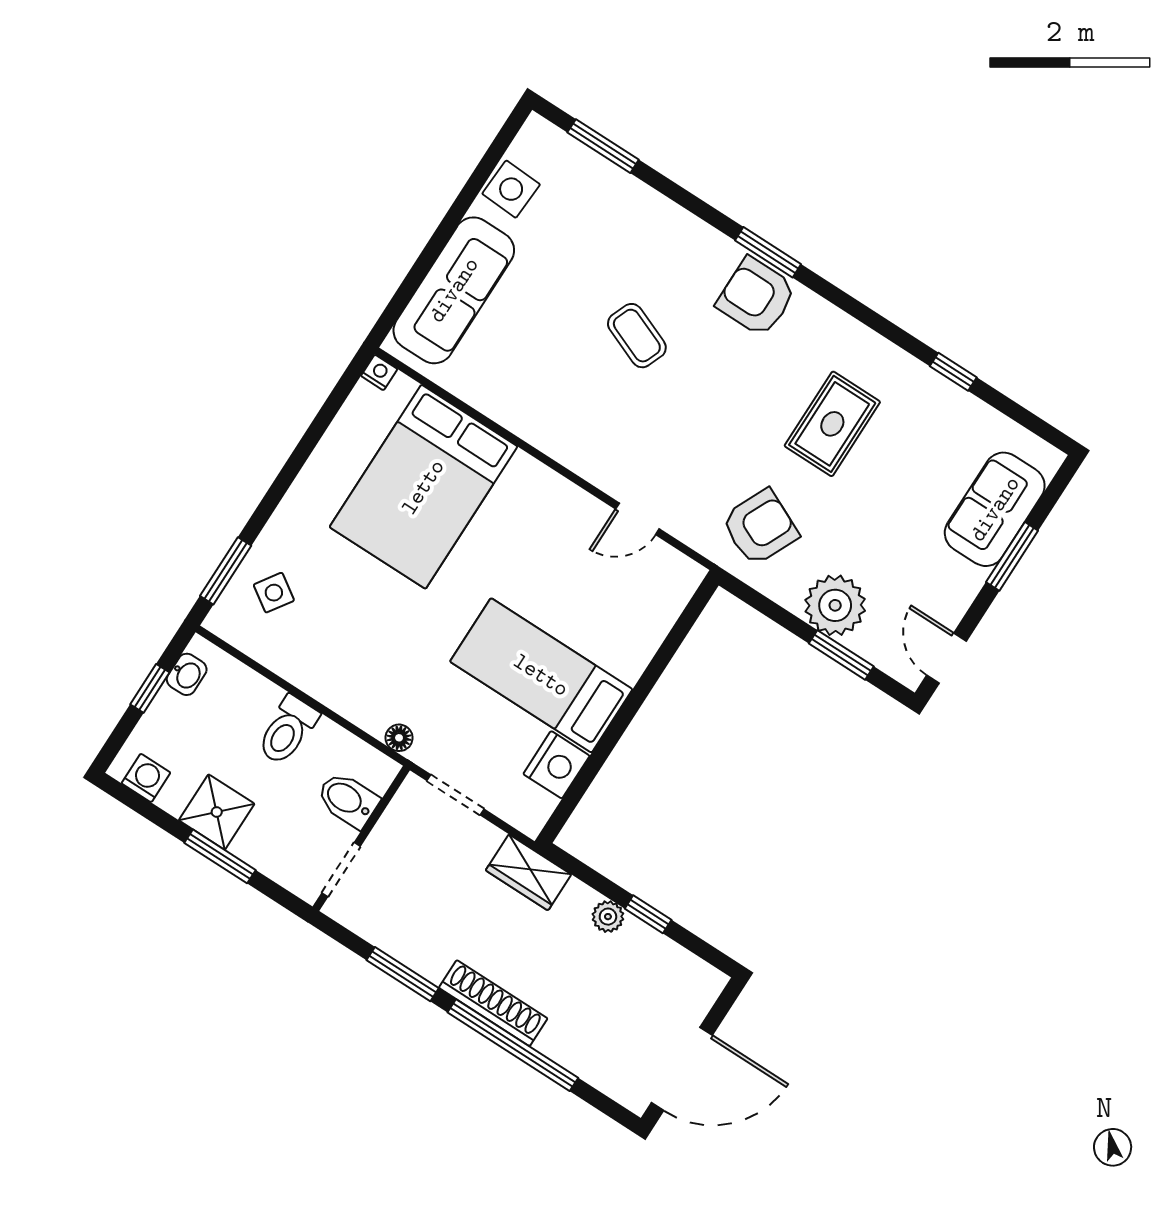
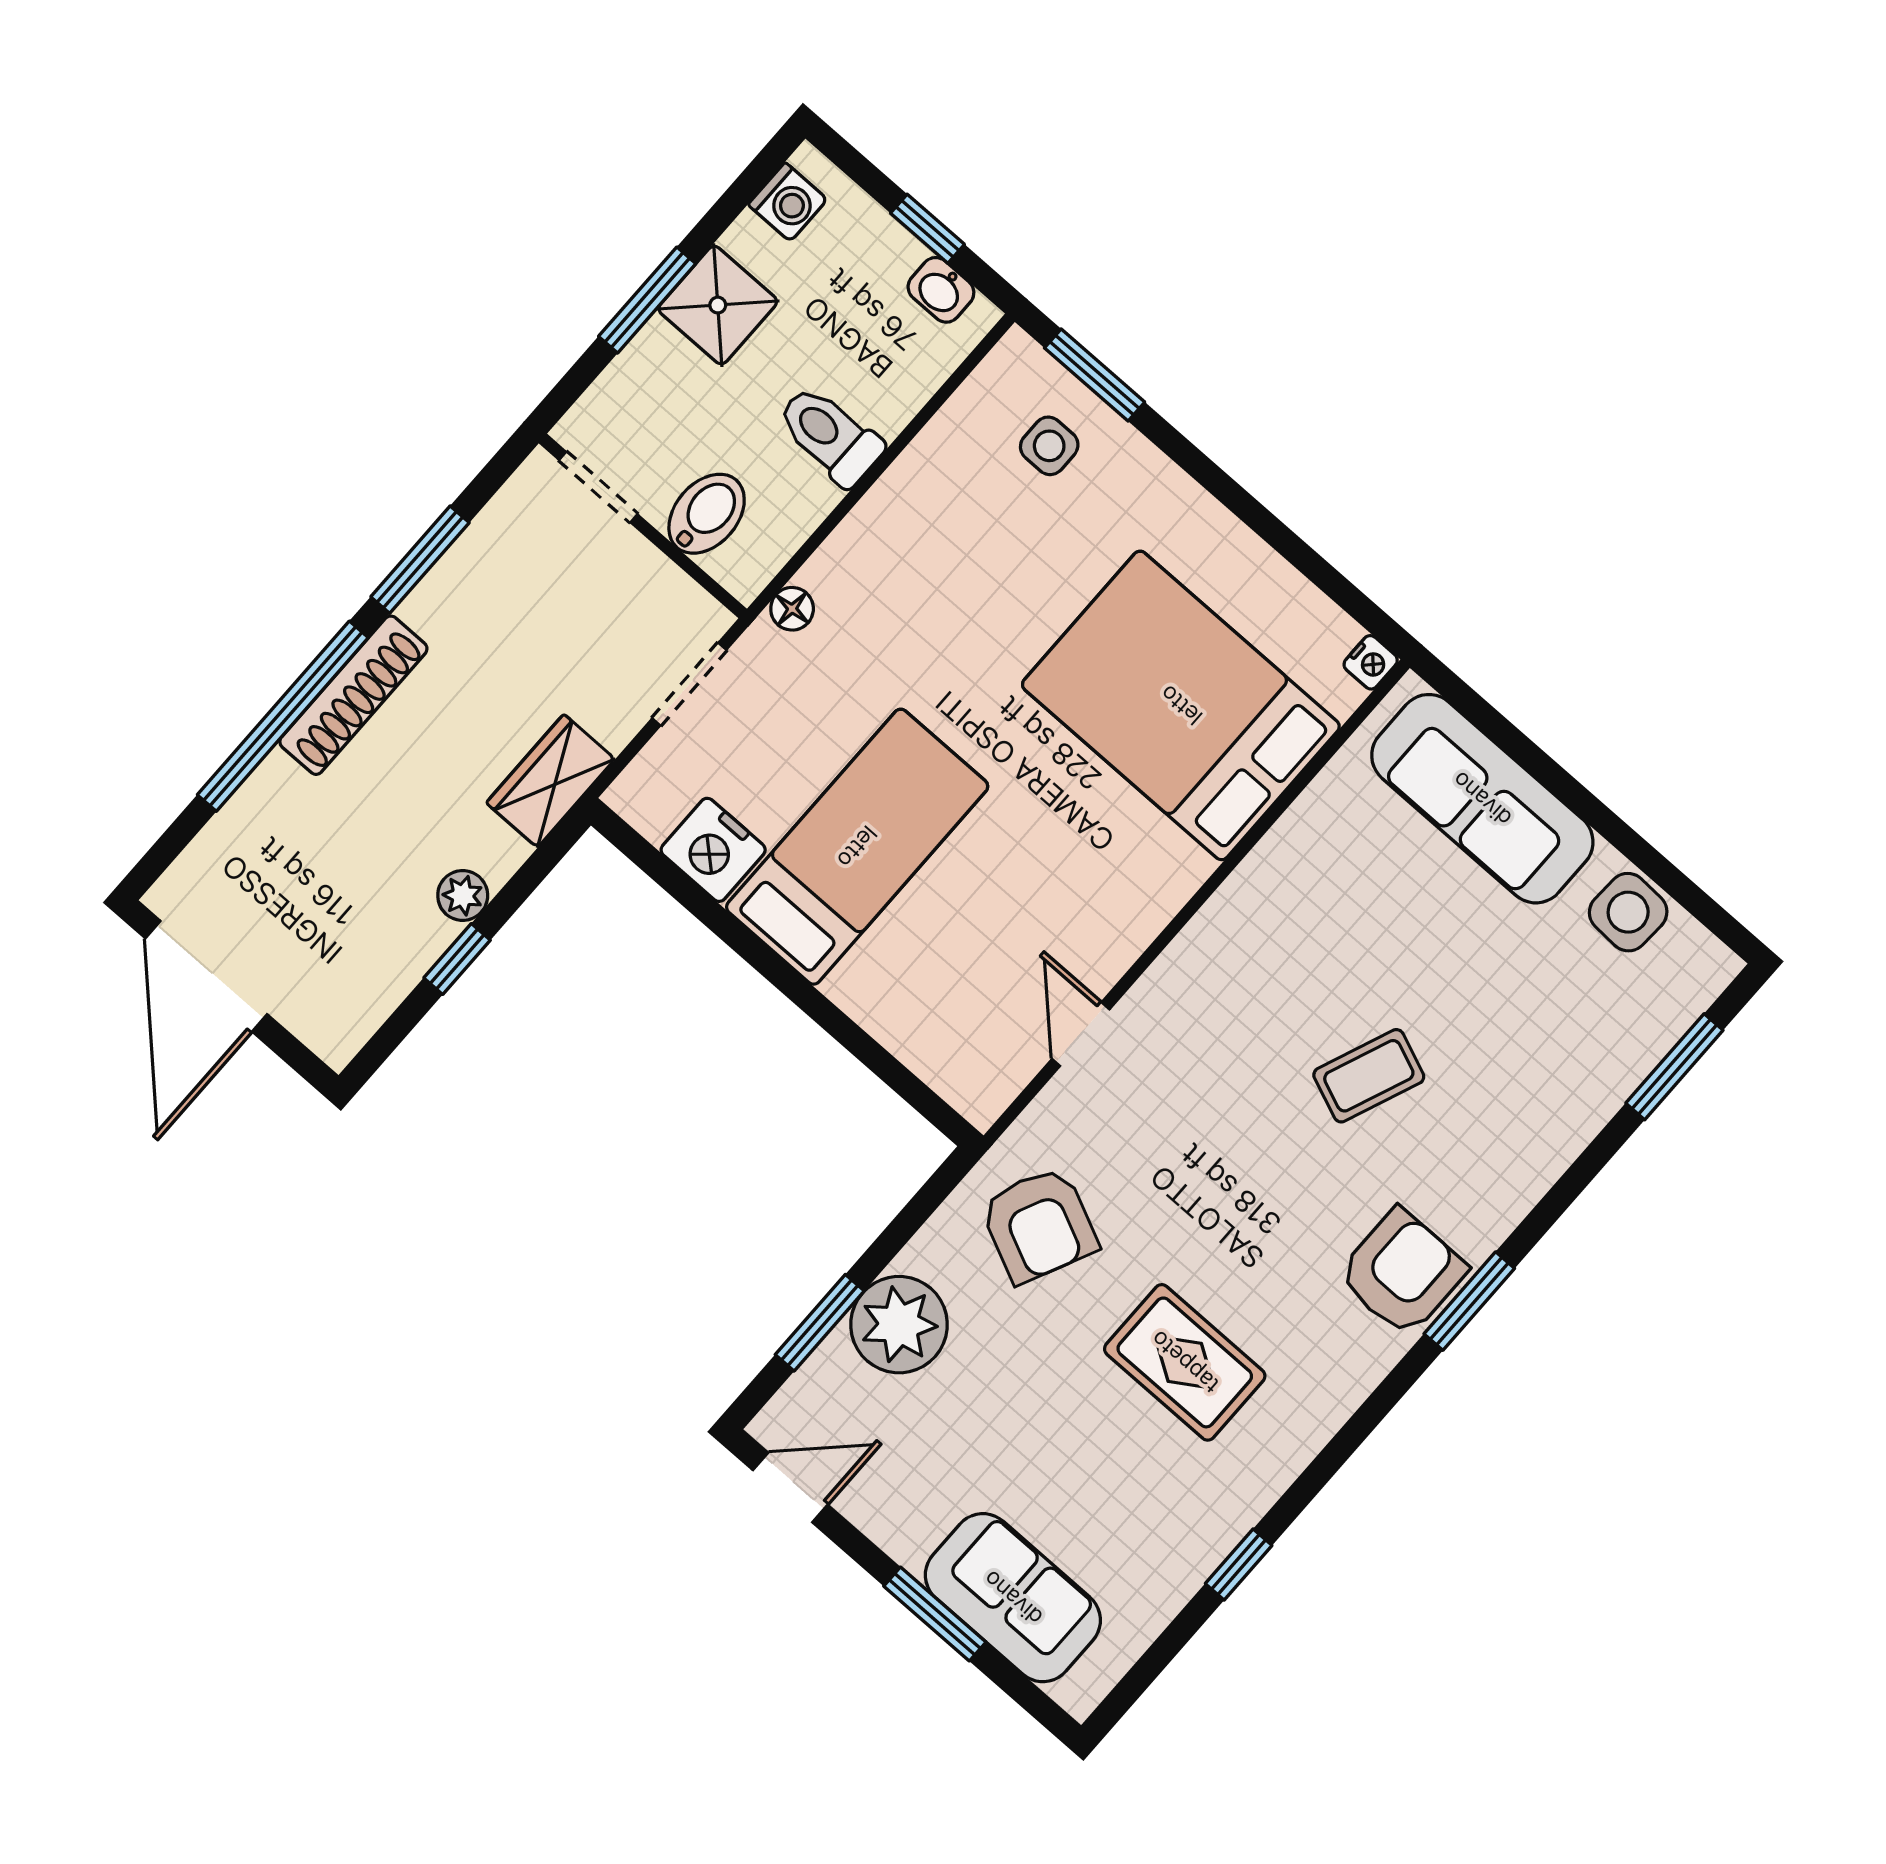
side table: (274, 593) -> (1049, 446), turned -34

